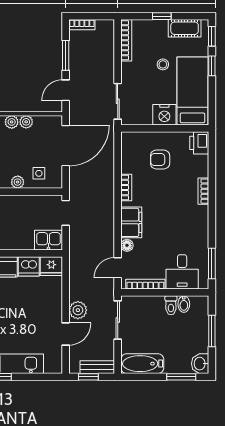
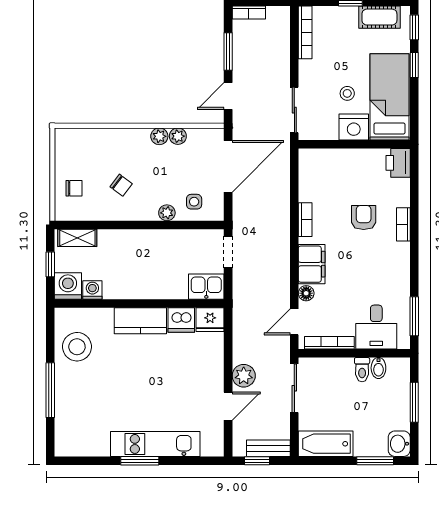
stool: (163, 64) -> (347, 93), moved
armchair: (160, 159) -> (364, 218), moved, turned 90

